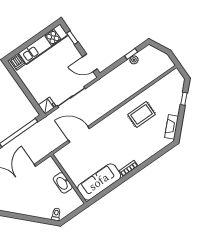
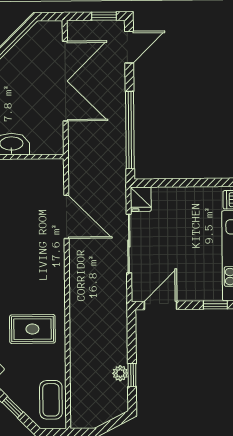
coffee table: (168, 83) -> (51, 400), added
rug: (141, 114) -> (32, 329), turned 90
door: (79, 134) -> (66, 217), hinge flipped

